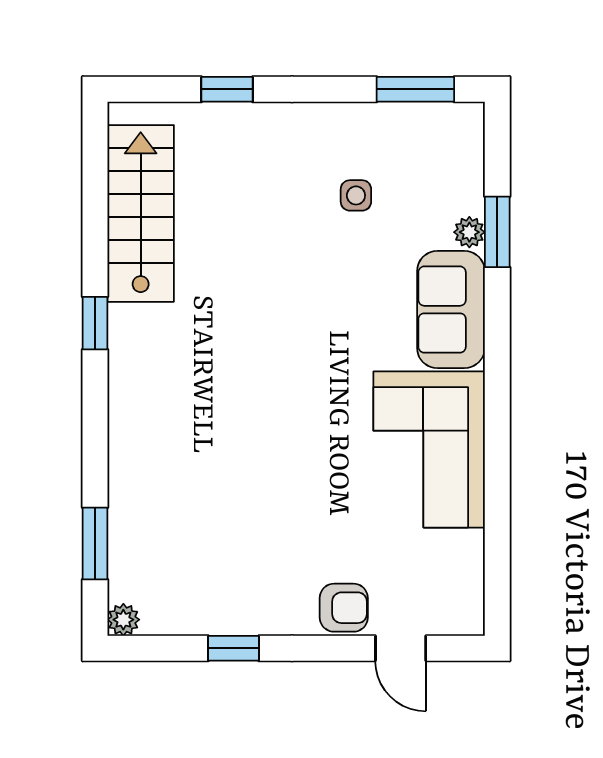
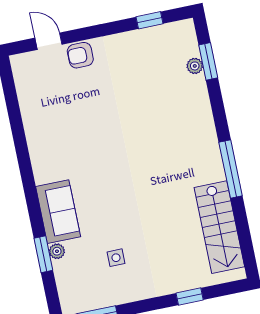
window: (95, 323) -> (231, 169), width x2.17
corner sofa: (429, 449) -> (55, 141), removed
plant: (123, 620) -> (195, 66), moved
window: (233, 648) -> (150, 20), moved

